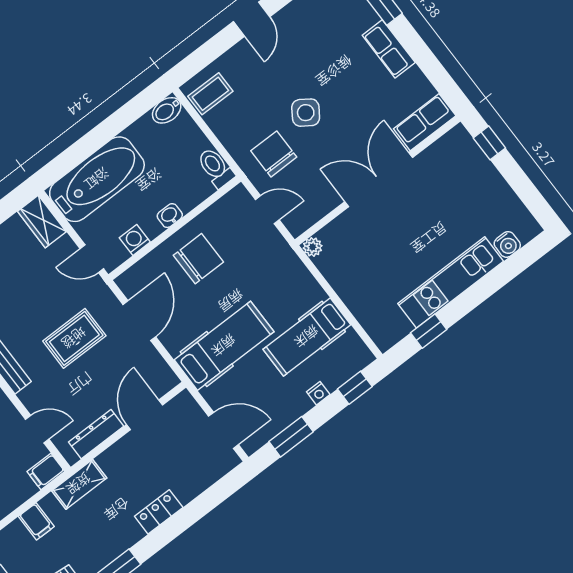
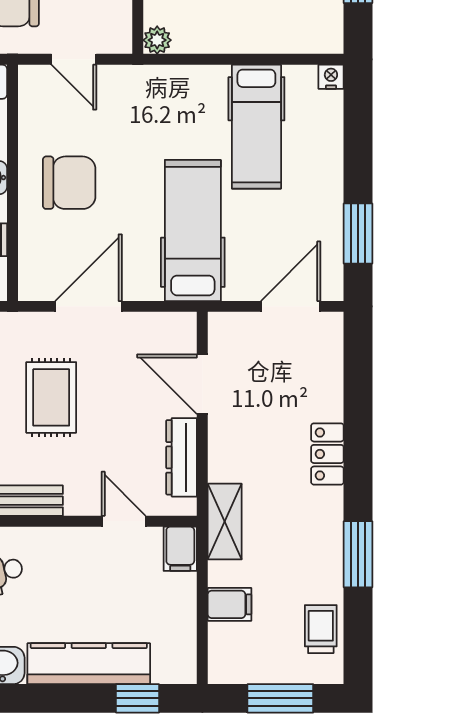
door: (267, 210) -> (74, 59), swing flipped
chair: (198, 259) -> (69, 183), turned 90
door: (139, 321) -> (88, 306), hinge flipped
window: (355, 388) -> (358, 116), removed
nightstand: (318, 393) -> (331, 77), moved, turned -90
door: (37, 429) -> (124, 521), hinge flipped

